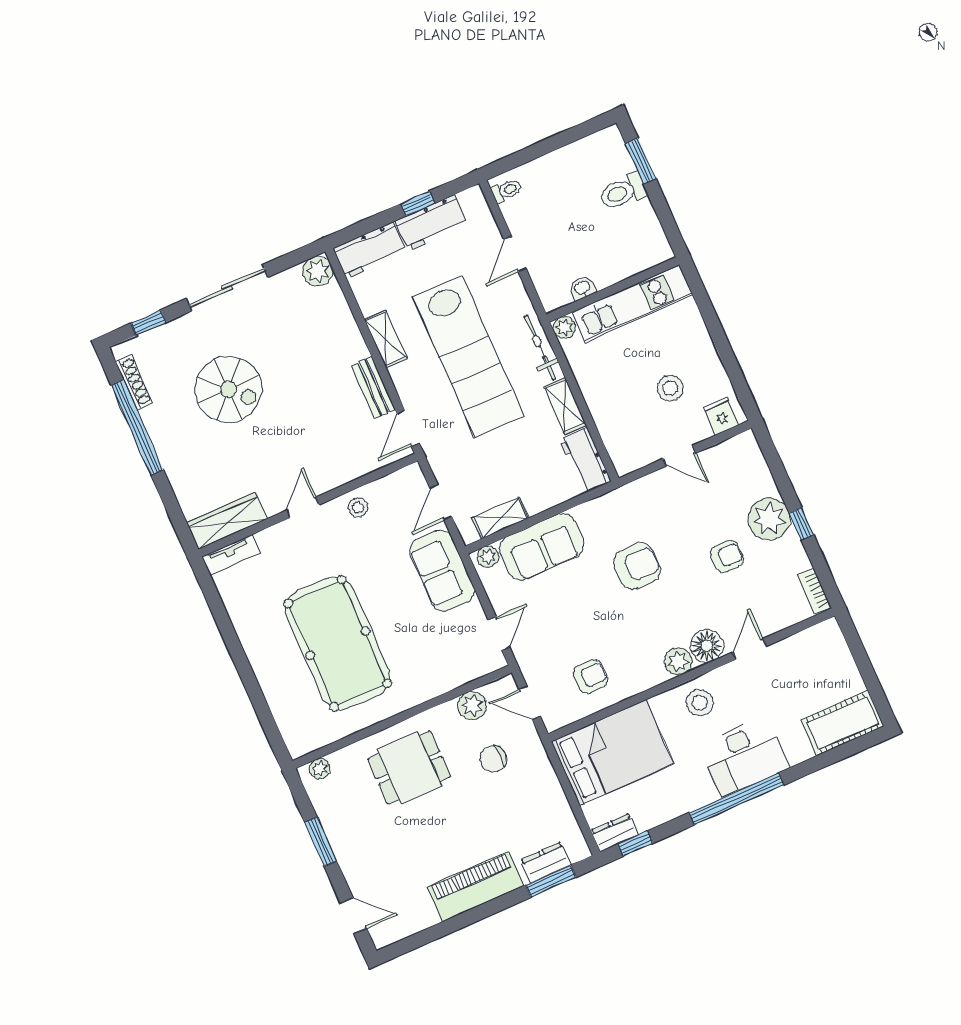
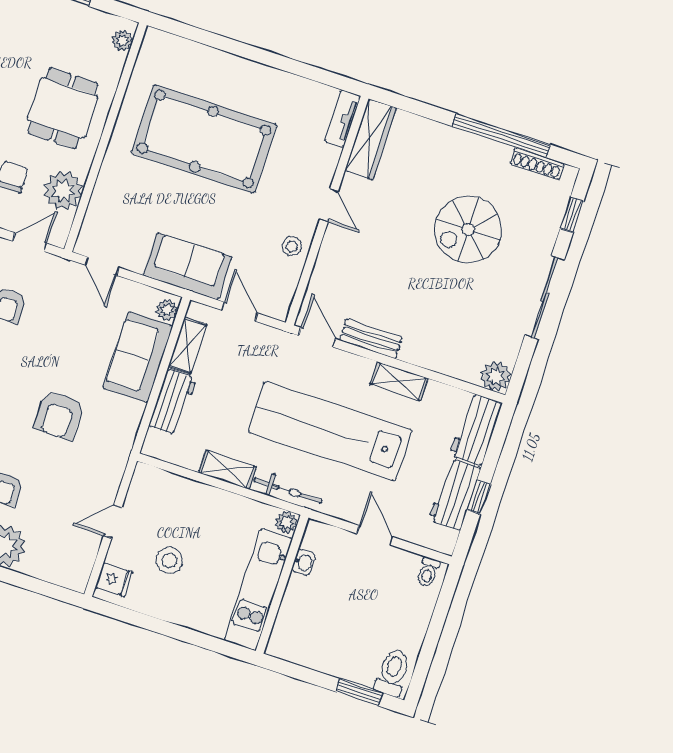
toilet: (623, 192) -> (392, 673), moved
workbench: (585, 461) -> (173, 402), moved, turned 90
plant: (472, 706) -> (63, 191), width x1.36, depth x1.36

